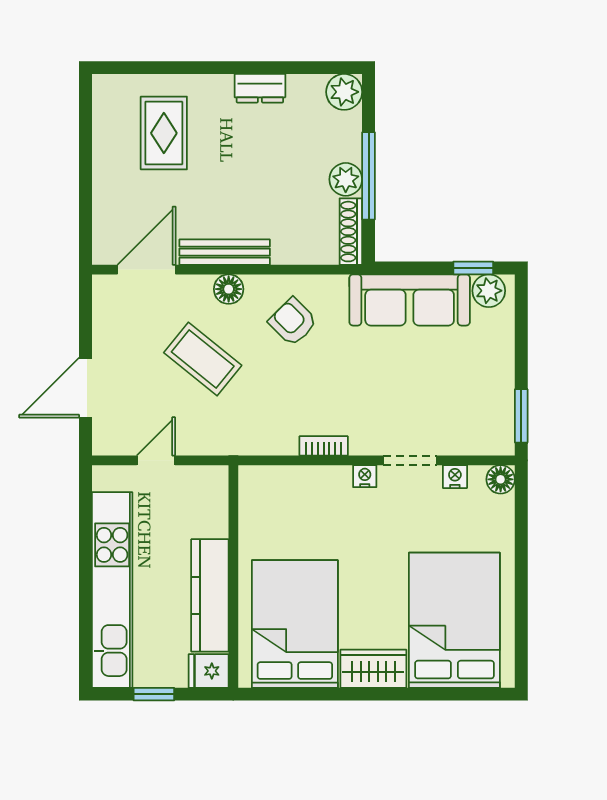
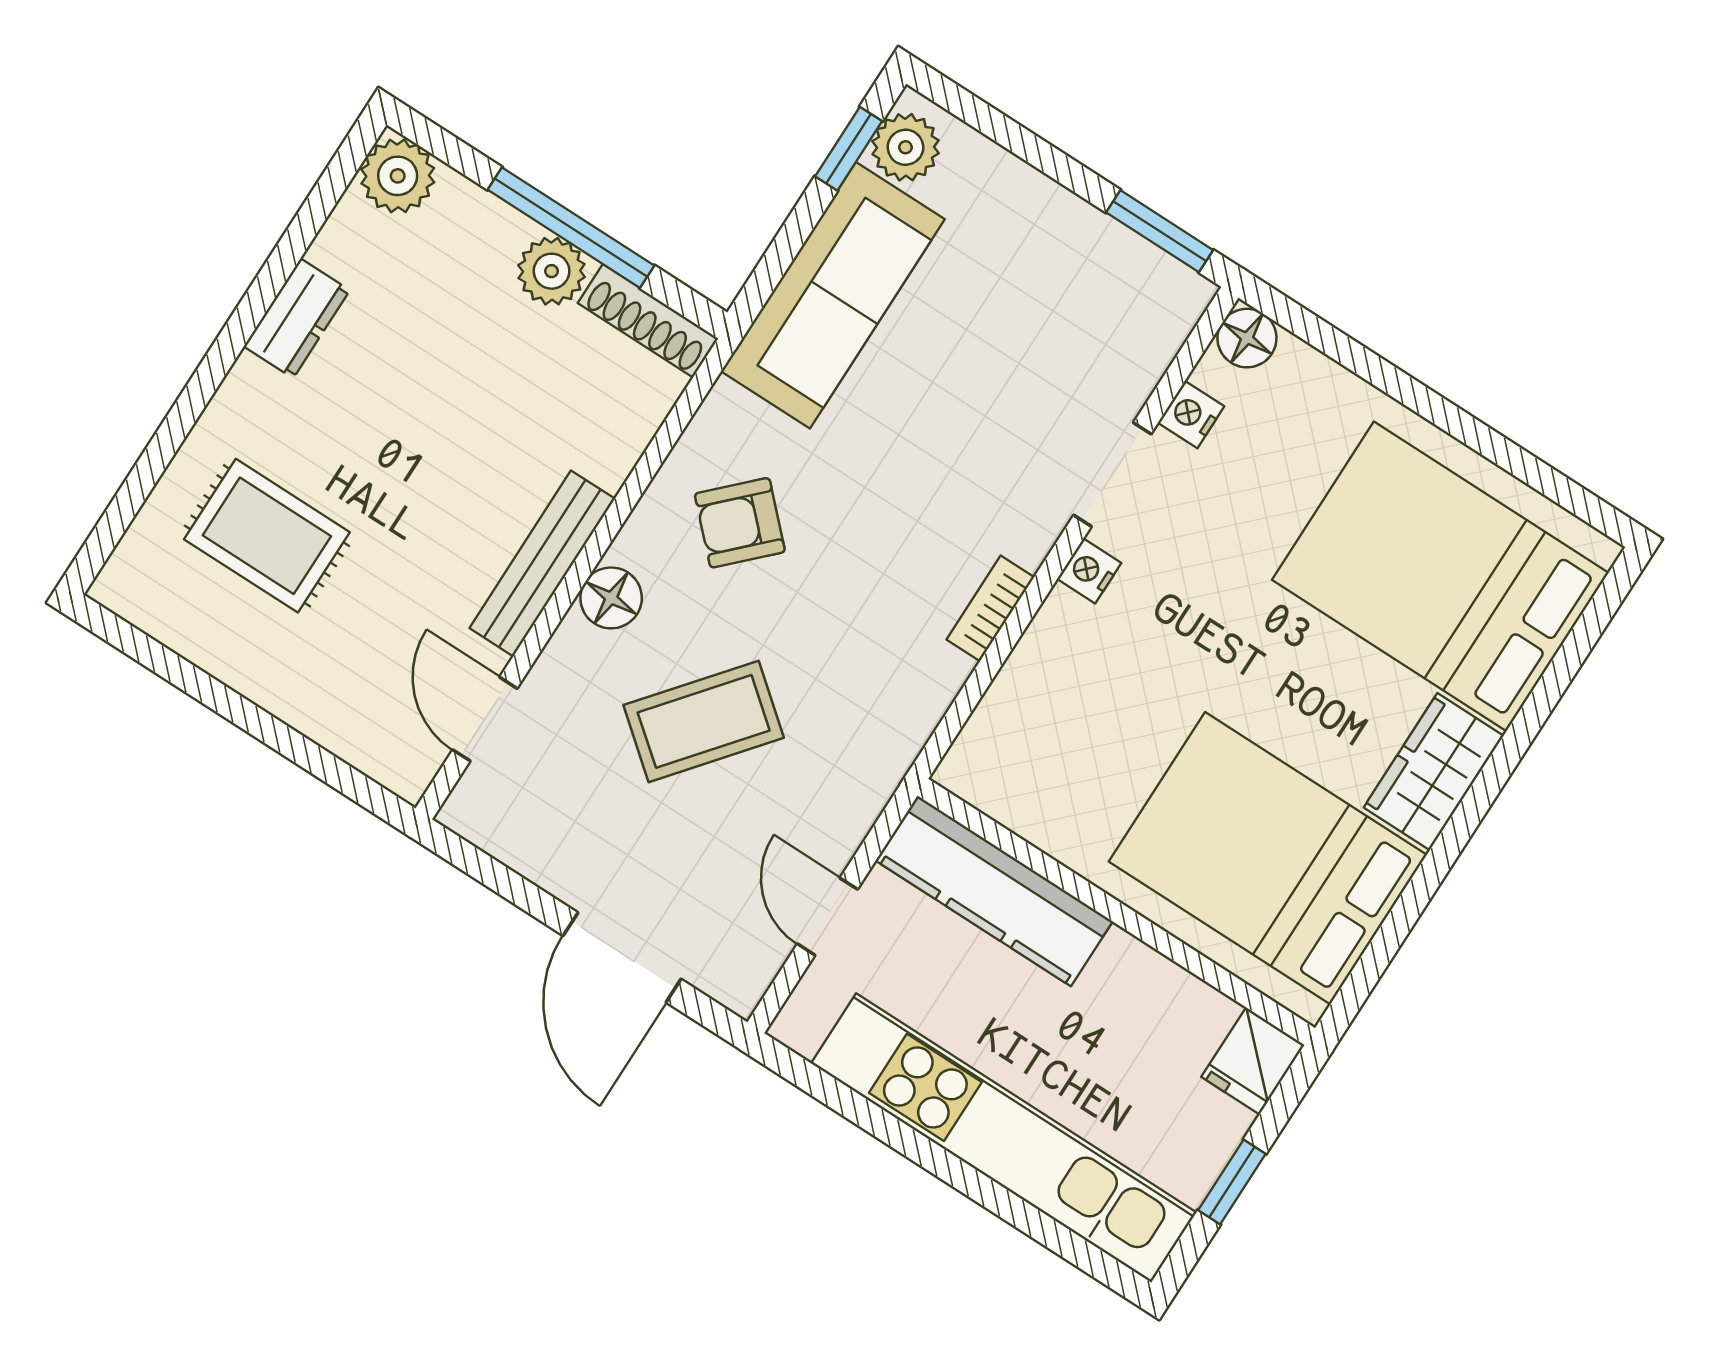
door: (146, 270) -> (485, 719), width x0.73
kitchen counter: (210, 595) -> (994, 891), moved

